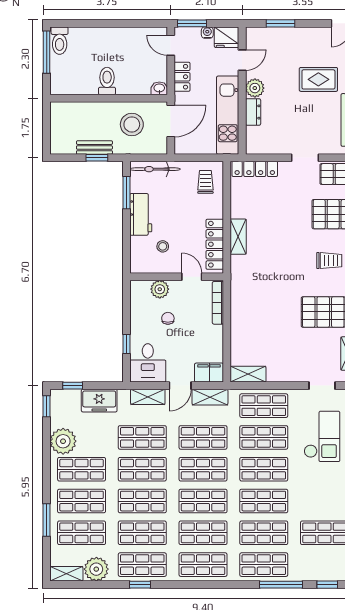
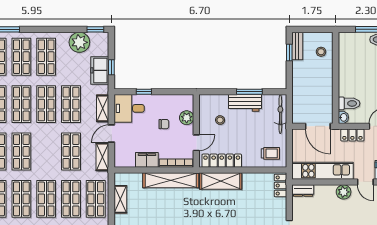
toilet: (107, 81) -> (349, 103), moved
dresser: (253, 112) -> (303, 191), moved
stool: (132, 124) -> (321, 52), moved, width x0.53, depth x0.53
bench: (94, 148) -> (297, 46), moved
window: (97, 158) -> (289, 52), moved
locker: (255, 169) -> (280, 186), width x0.66
window: (126, 193) -> (249, 92), moved
shelving: (238, 237) -> (221, 181), width x1.50, depth x1.33
shelving: (240, 310) -> (171, 180), added
filing cabinet: (209, 373) -> (147, 160), moved, turned -90
shelving: (248, 374) -> (120, 199), moved
window: (73, 386) -> (111, 67), moved
door: (180, 386) -> (111, 134), hinge flipped
plant: (63, 441) -> (79, 42), moved
shop shelf: (203, 469) -> (46, 151), removed

